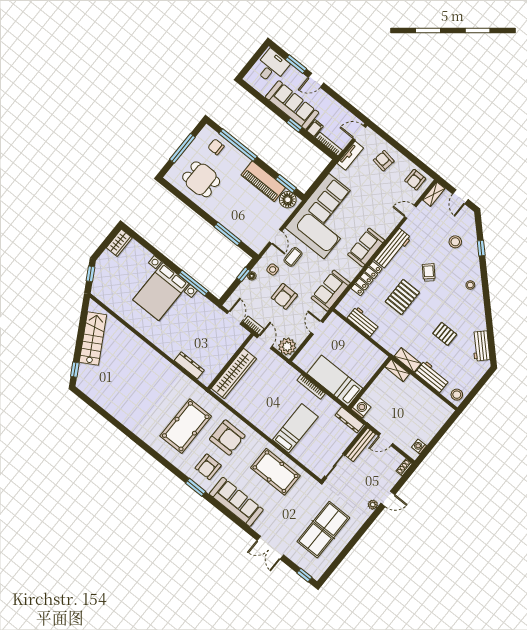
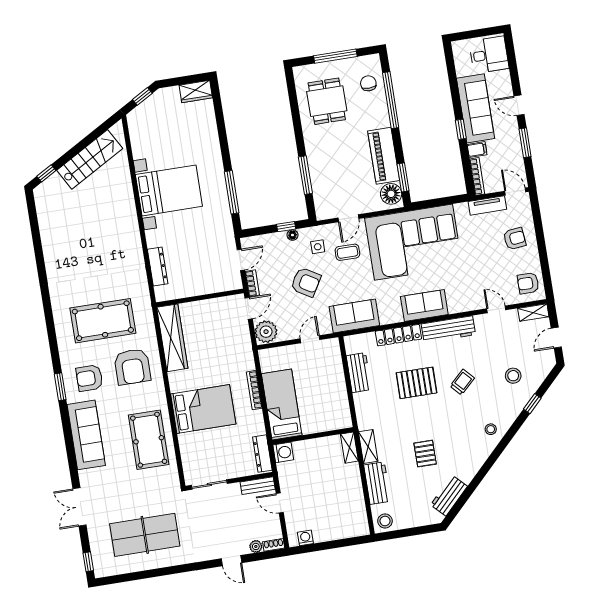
window: (296, 64) -> (525, 143), moved
armchair: (384, 161) -> (515, 239), turned 75
bed with nightstands: (161, 292) -> (169, 190), moved, turned 180
armchair: (284, 296) -> (306, 282), turned -149
wardrobe: (234, 374) -> (172, 338), moved, turned -90
bed: (295, 428) -> (203, 409), width x1.50
bench: (360, 445) -> (258, 486), width x0.73
plant: (373, 505) -> (256, 546), moved

